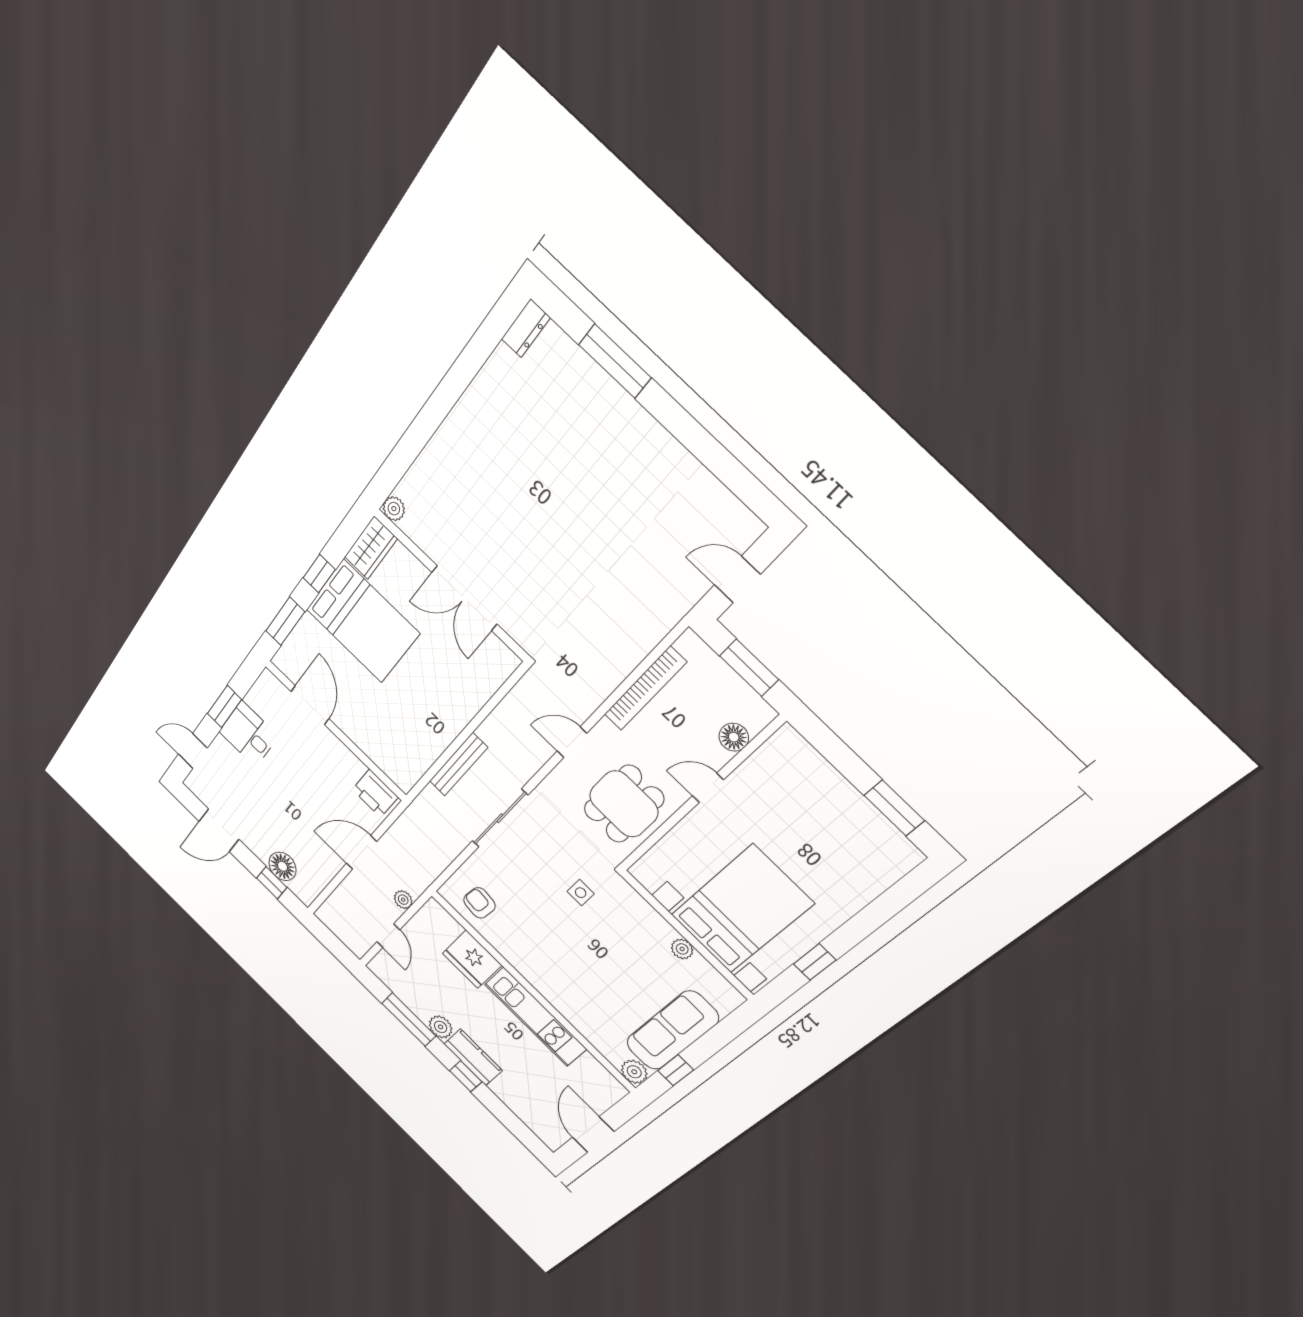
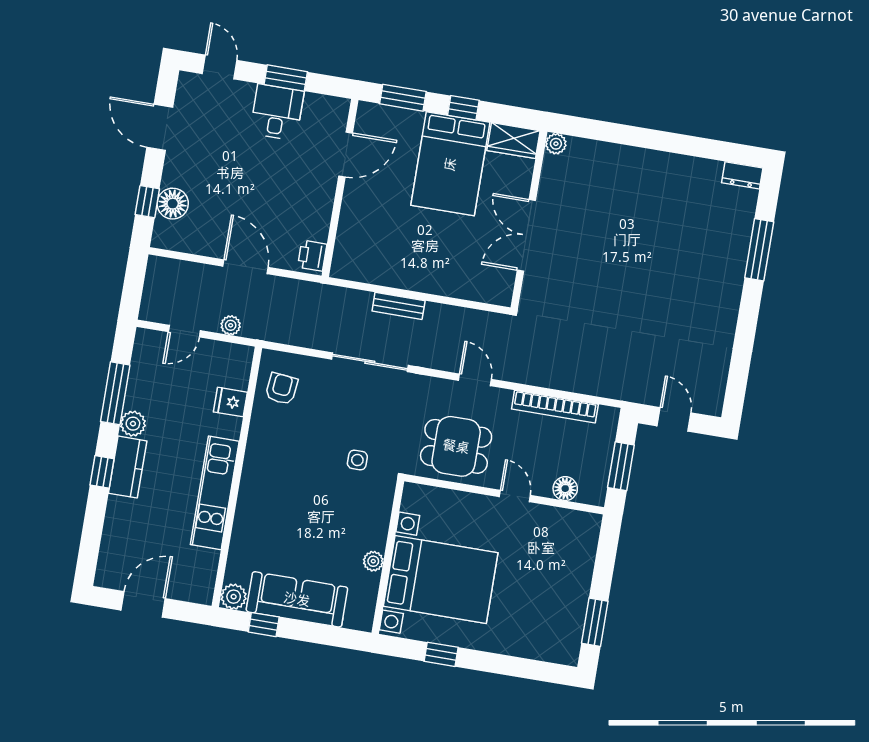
bench: (458, 764) -> (399, 306), width x0.73
printer: (375, 793) -> (312, 256), width x0.73, depth x0.81
fridge: (472, 959) -> (230, 402), width x0.53, depth x0.75

